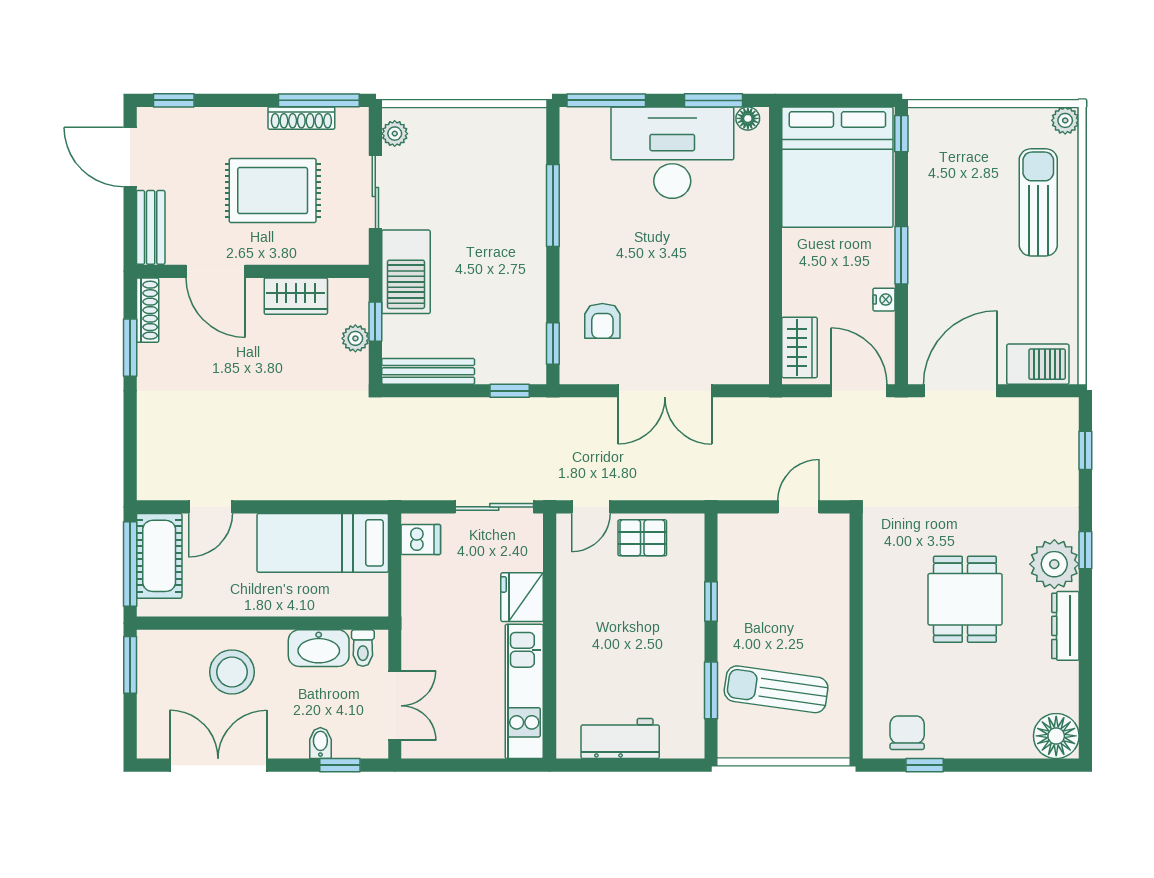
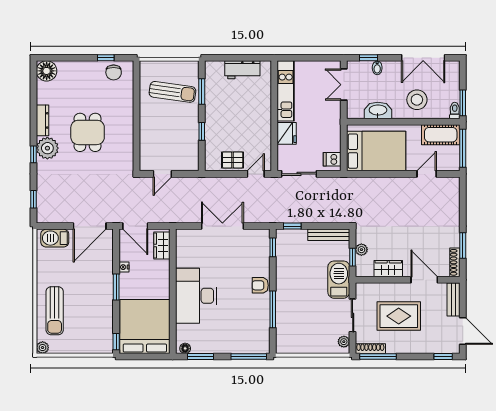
shoe rack: (301, 118) -> (370, 349), moved
desk: (672, 153) -> (196, 296), moved, turned 90
armchair: (602, 321) -> (260, 285), moved, turned -90
bed: (323, 543) -> (376, 151), width x1.50
cot: (159, 556) -> (441, 135), moved, turned 90
toilet: (363, 648) -> (455, 110), moved

